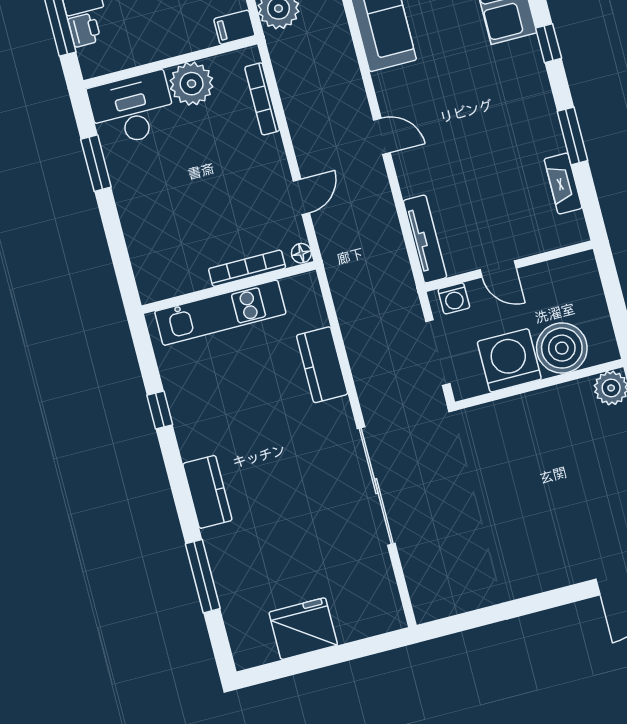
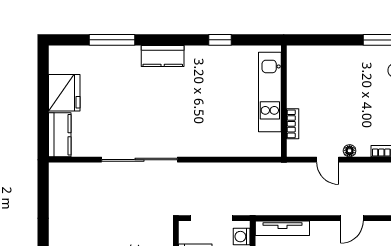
floor lamp: (301, 253) -> (350, 151), moved
bookcase: (247, 268) -> (293, 124), width x0.64
kitchen counter: (322, 365) -> (60, 135), moved, turned 90

